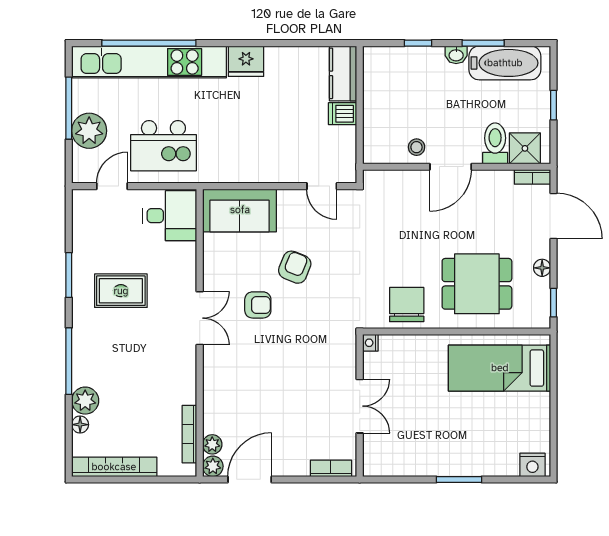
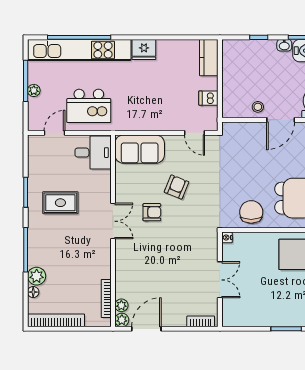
dishwasher: (343, 114) -> (208, 98), moved
plant: (89, 131) -> (34, 90), width x0.53, depth x0.53

